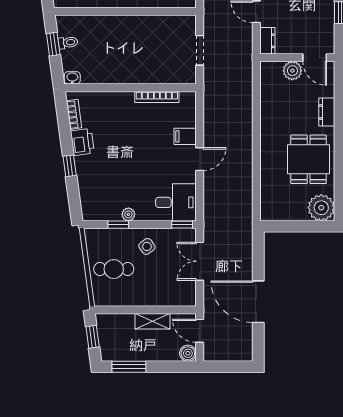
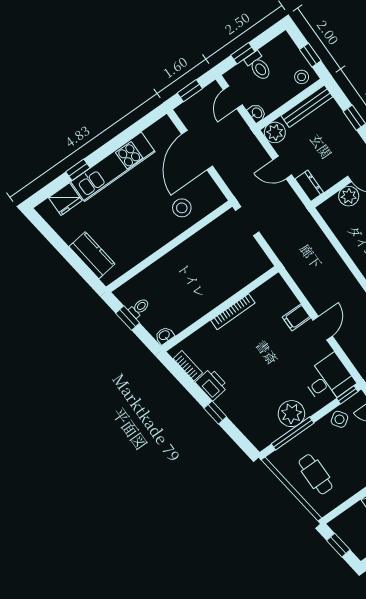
doorway: (200, 50) -> (247, 221), moved
bookcase: (157, 97) -> (233, 312), moved
plant: (128, 214) -> (291, 414), width x1.87, depth x1.87
window: (118, 225) -> (293, 433), width x2.17
side table: (147, 246) -> (340, 419), moved
cafe table: (114, 269) -> (316, 474), turned 90

